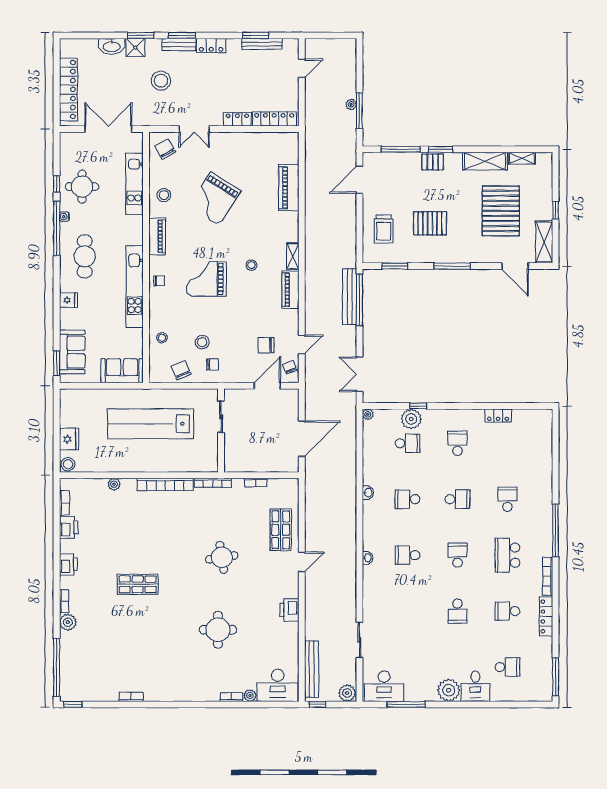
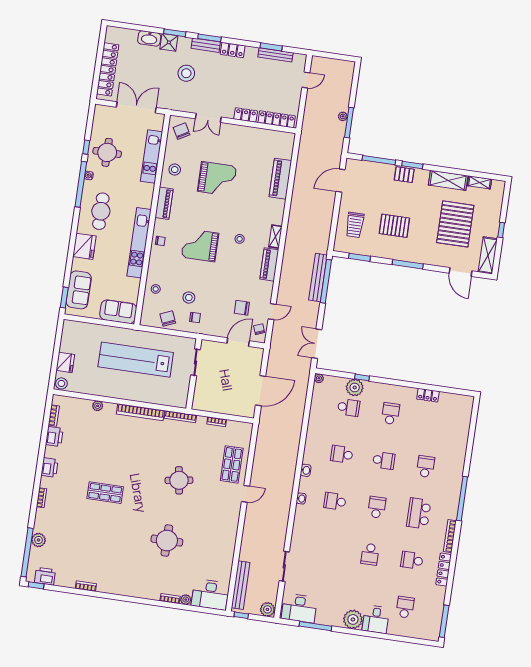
grand piano: (215, 199) -> (217, 179), turned -122
fridge: (68, 300) -> (84, 246), width x1.88, depth x1.34
washbasin: (368, 493) -> (306, 470), moved
printer: (290, 610) -> (45, 576), moved, turned 90
plant: (68, 622) -> (39, 540), moved
school desk: (507, 667) -> (405, 607), turned -90

